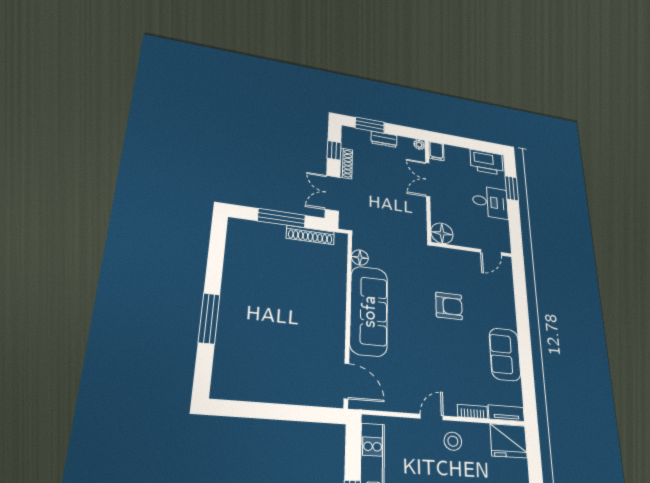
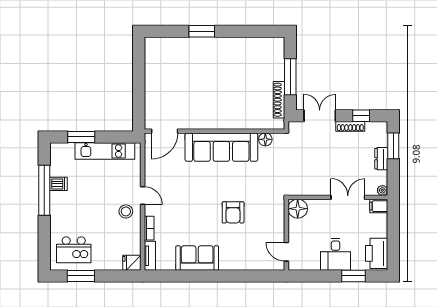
window: (209, 318) -> (202, 31), width x0.69
fridge: (509, 441) -> (132, 263), width x0.53, depth x0.75

